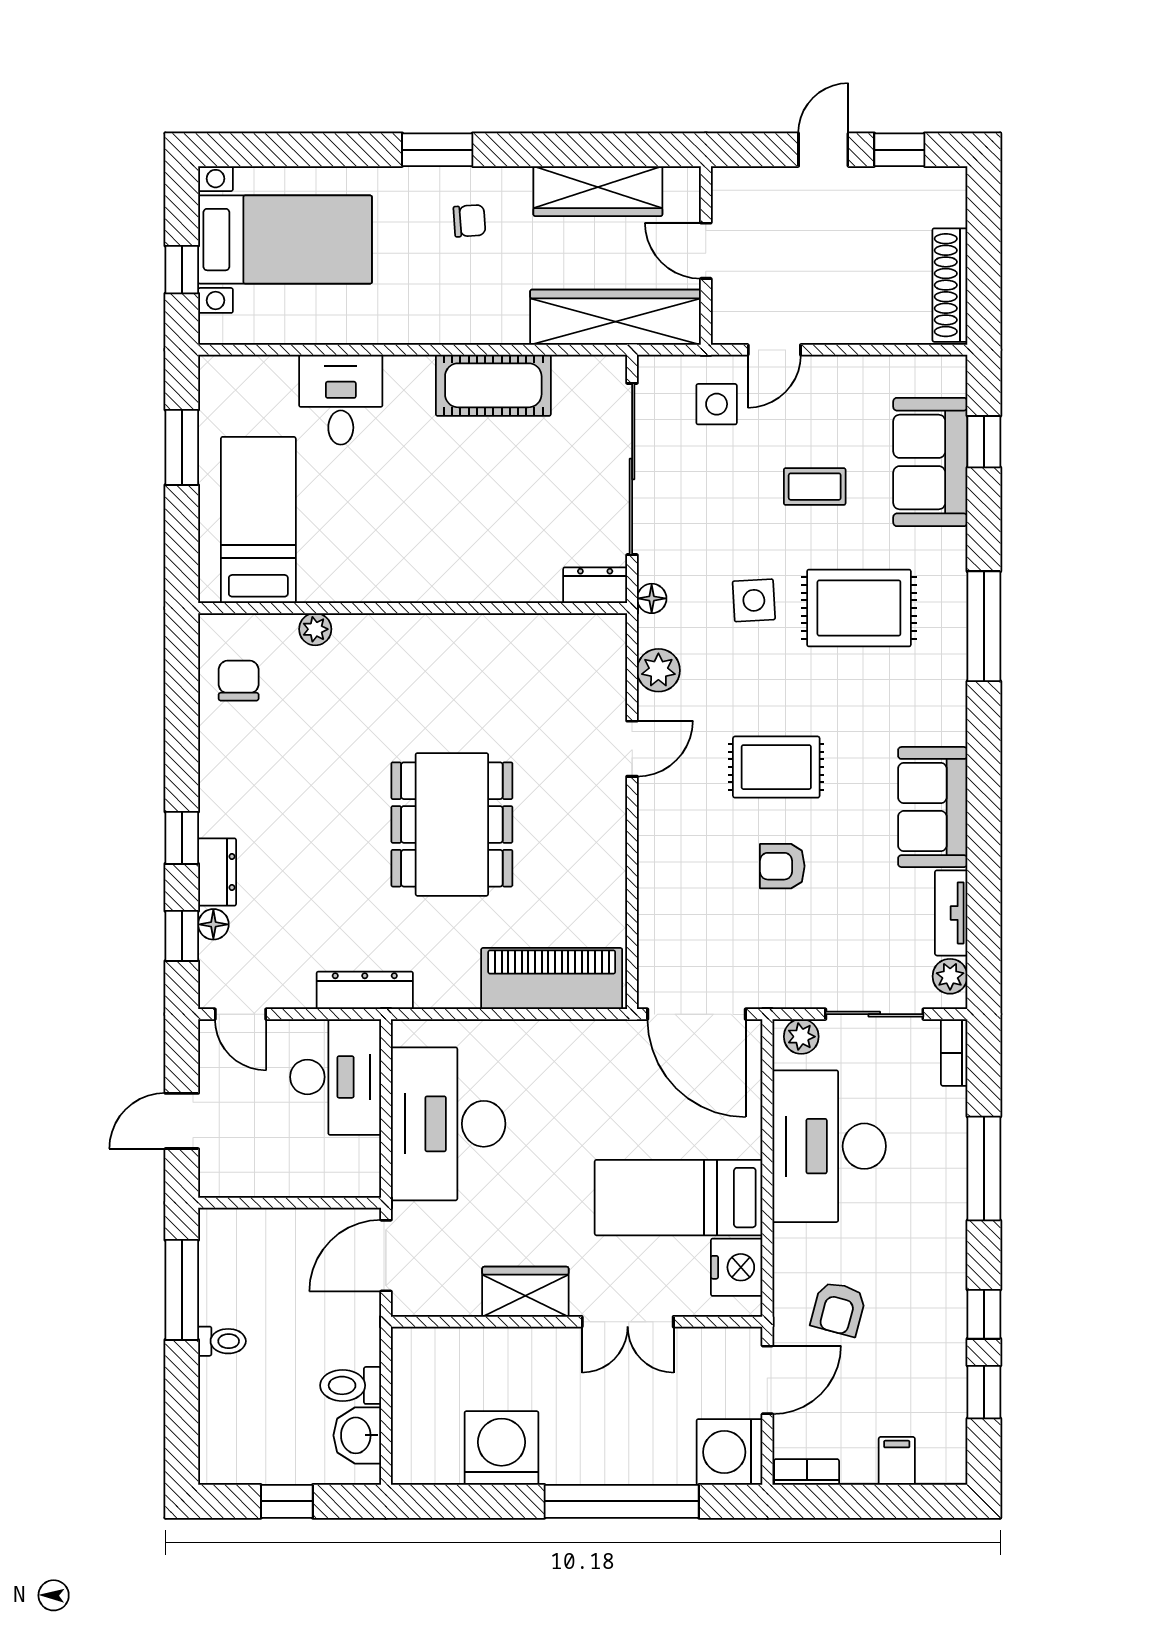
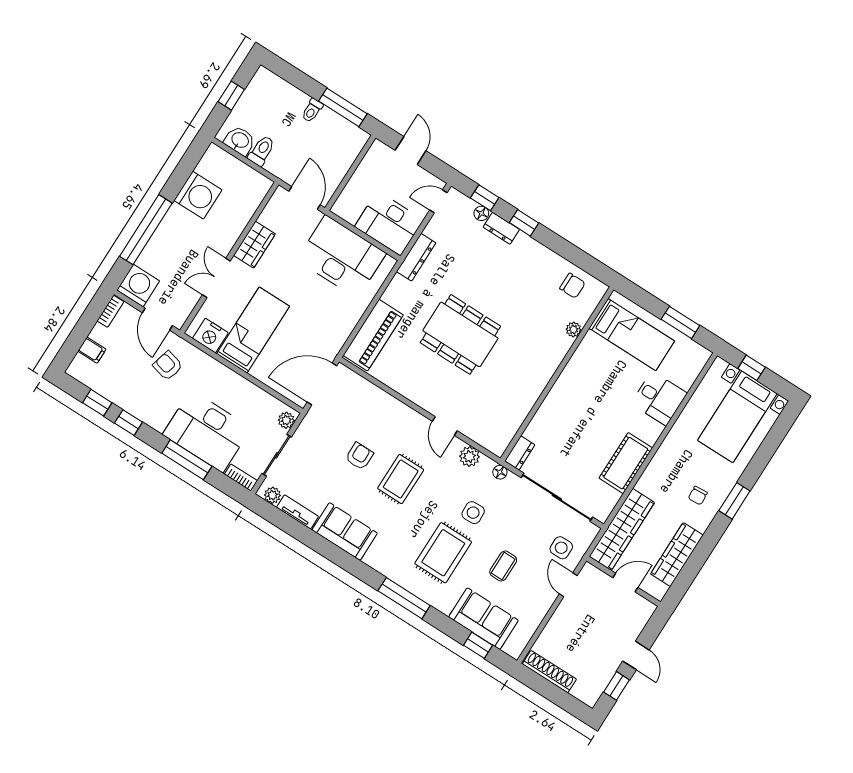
desk: (829, 1146) -> (207, 431), moved, turned 180

